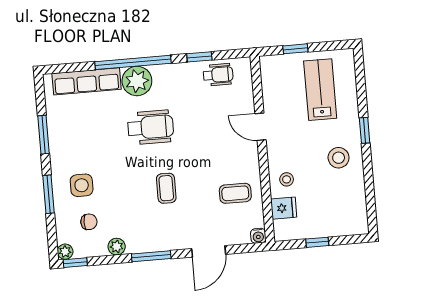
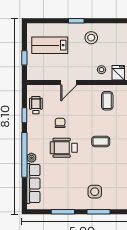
plant: (137, 81) -> (31, 158), width x0.53, depth x0.53
wheelchair: (151, 127) -> (64, 148), turned -90
chair: (89, 222) -> (60, 123), moved

